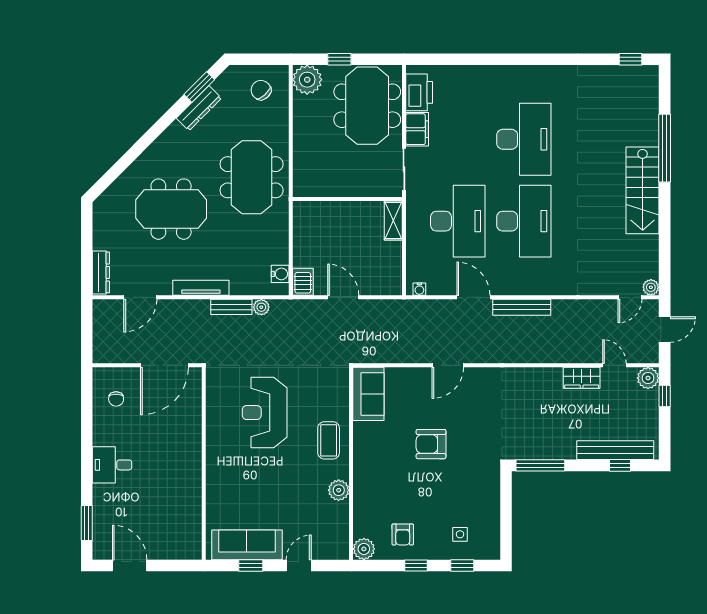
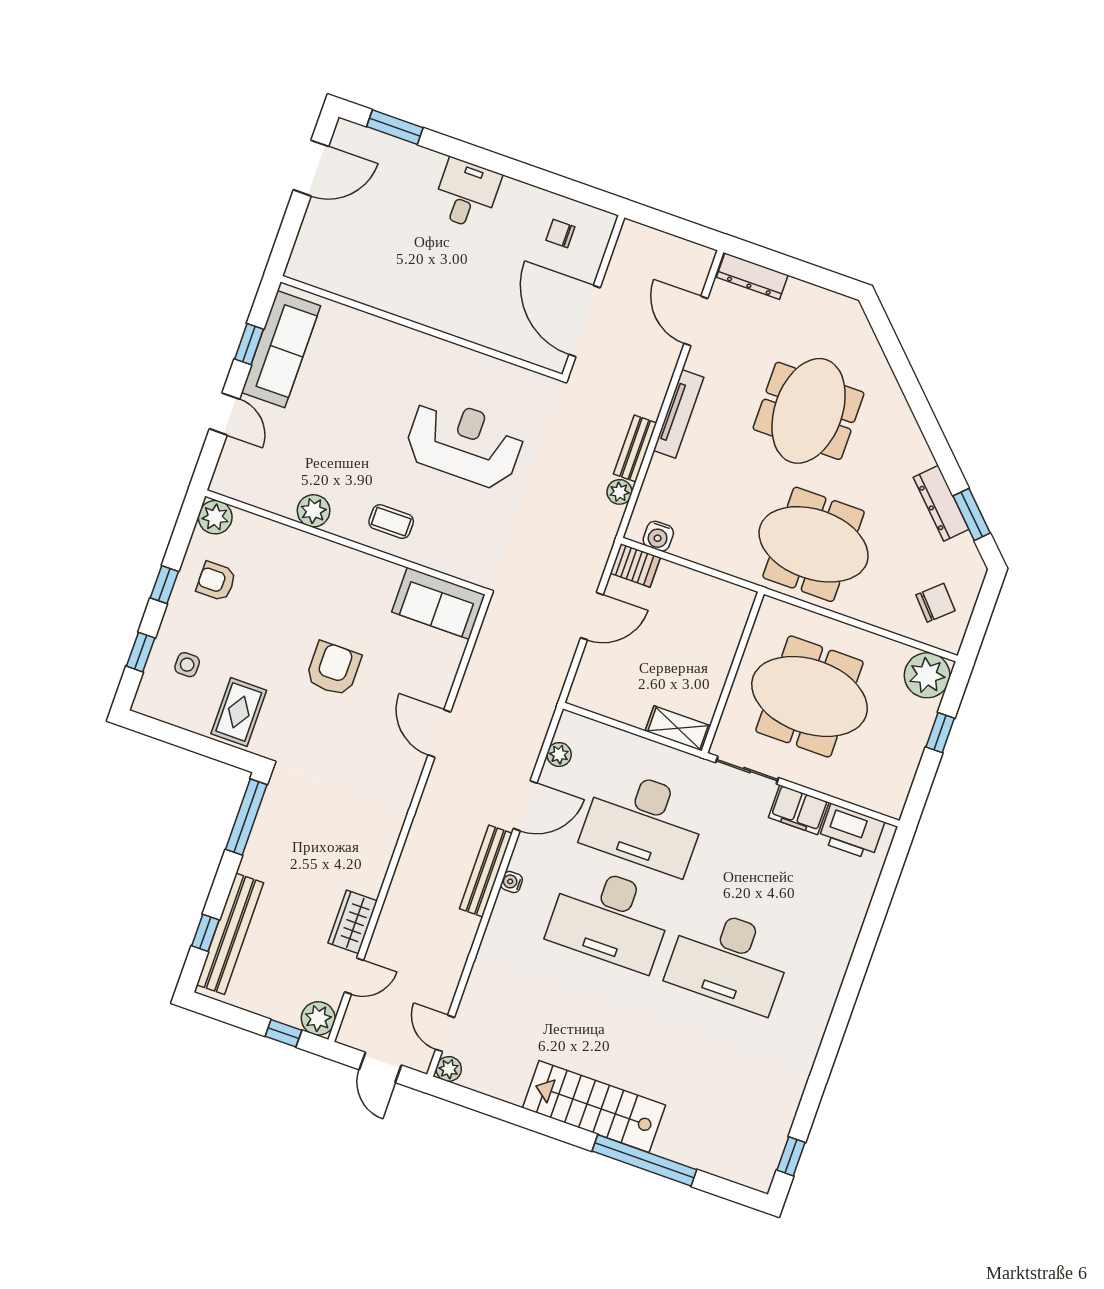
meeting table: (367, 106) -> (810, 696), moved
plant: (435, 288) -> (559, 755), added
water cooler: (419, 289) -> (512, 882), moved
coffee table: (329, 440) -> (391, 522), width x0.73, depth x0.77
rug: (478, 493) -> (239, 712), added

